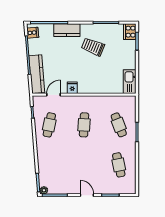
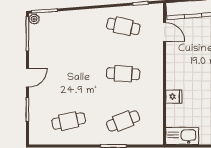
fridge: (72, 88) -> (174, 97), moved

